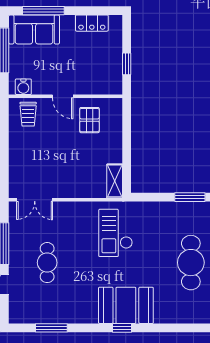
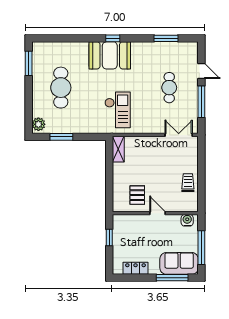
trolley: (28, 114) -> (188, 183), moved

